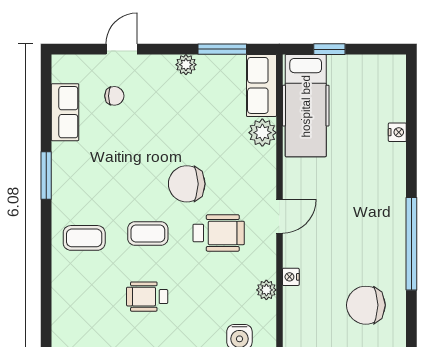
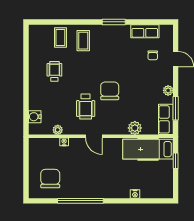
row of seats: (261, 85) -> (166, 119), moved, turned -90
coffee table: (148, 234) -> (60, 38), moved

